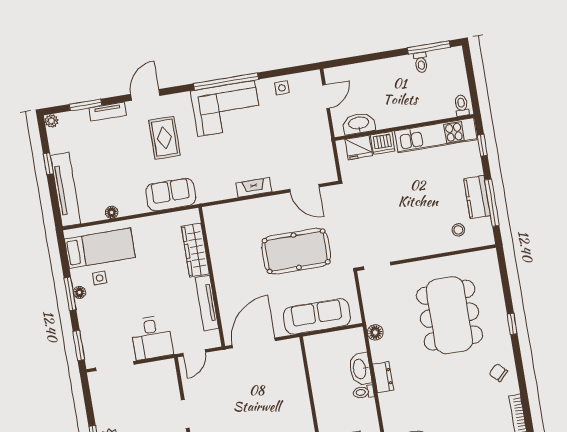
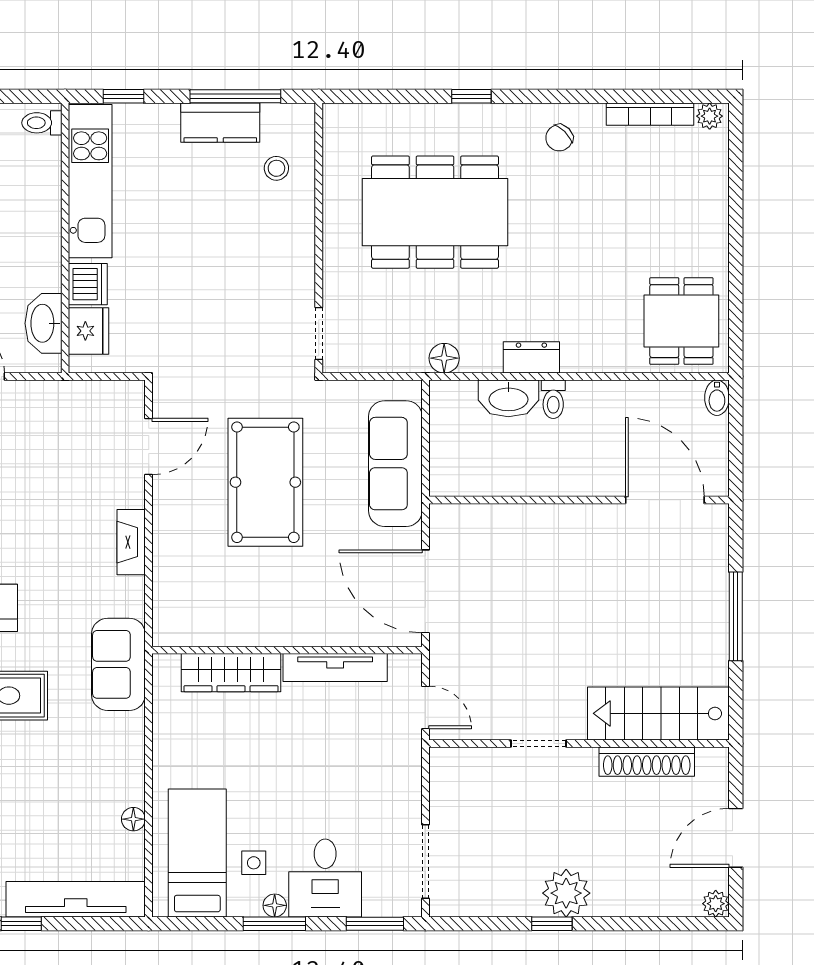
sofa: (171, 195) -> (118, 664), moved
desk: (152, 338) -> (325, 878), moved, turned 90

